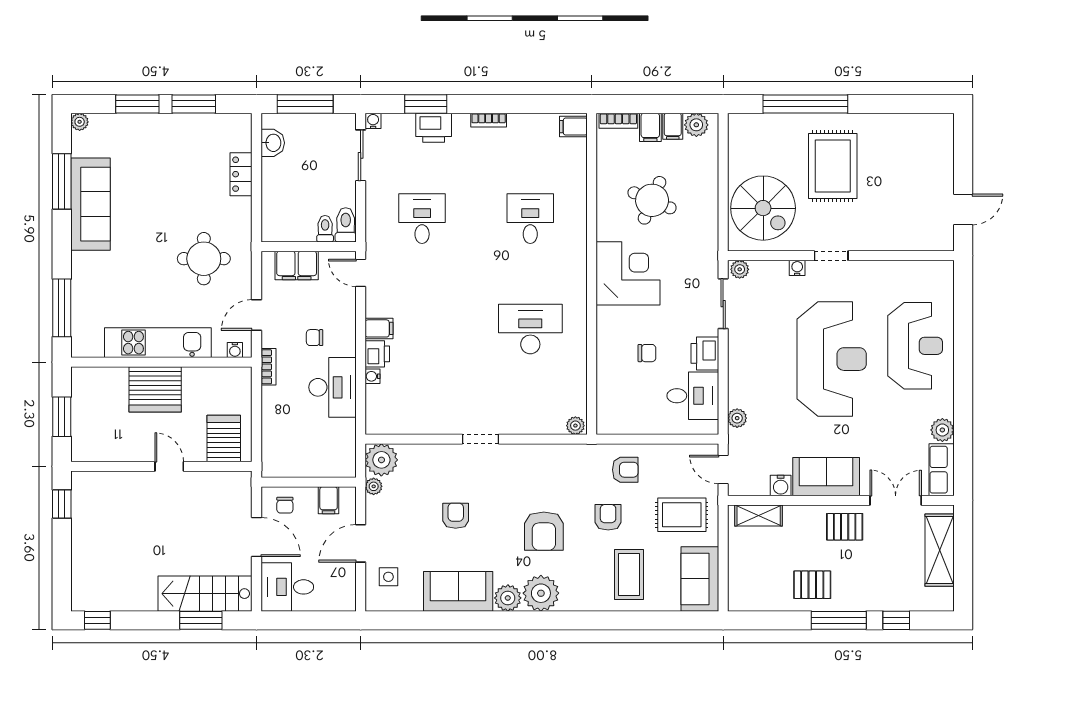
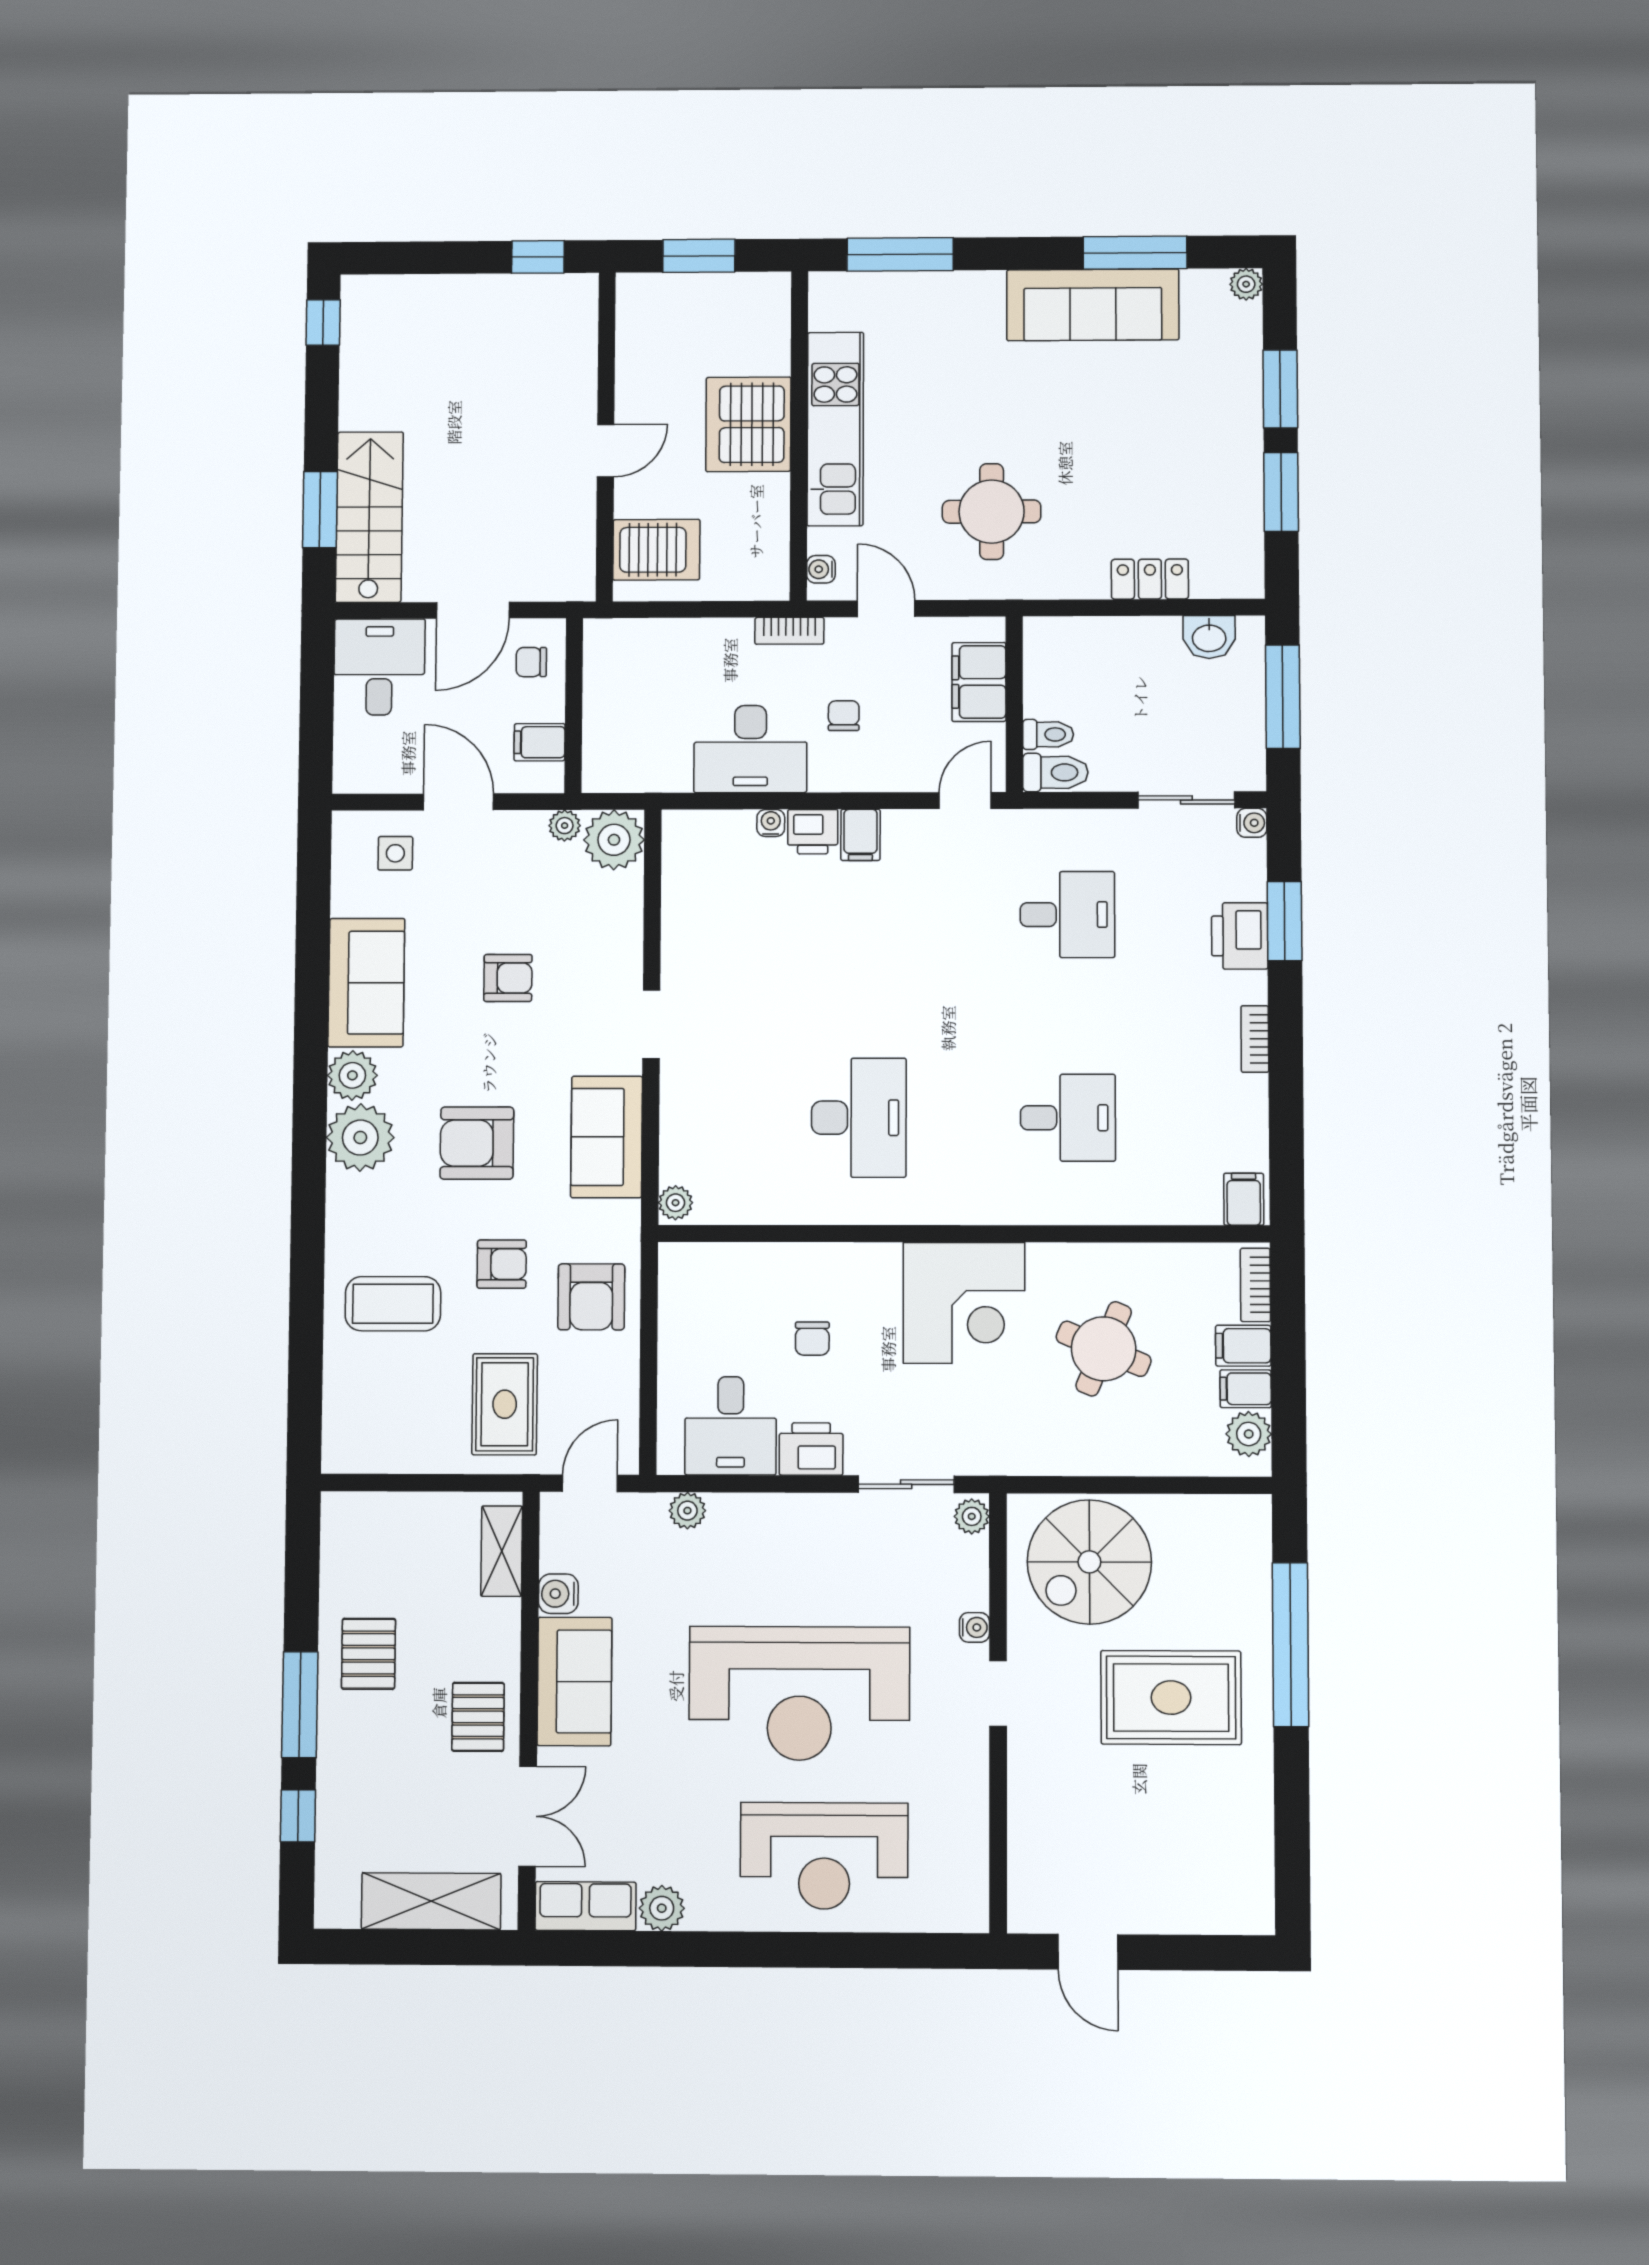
armchair: (625, 470) -> (591, 1297), width x1.38, depth x1.38
sofa: (700, 579) -> (607, 1137), moved, turned -90

